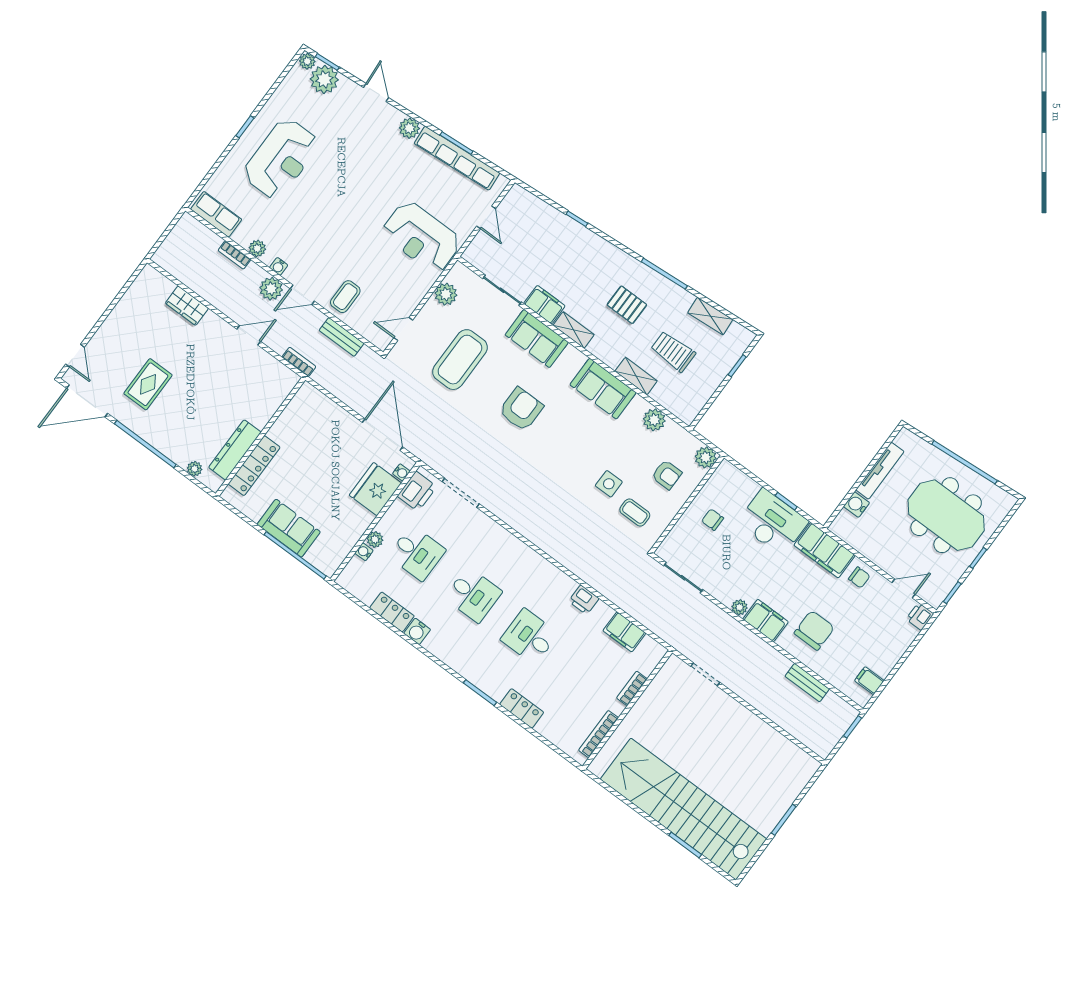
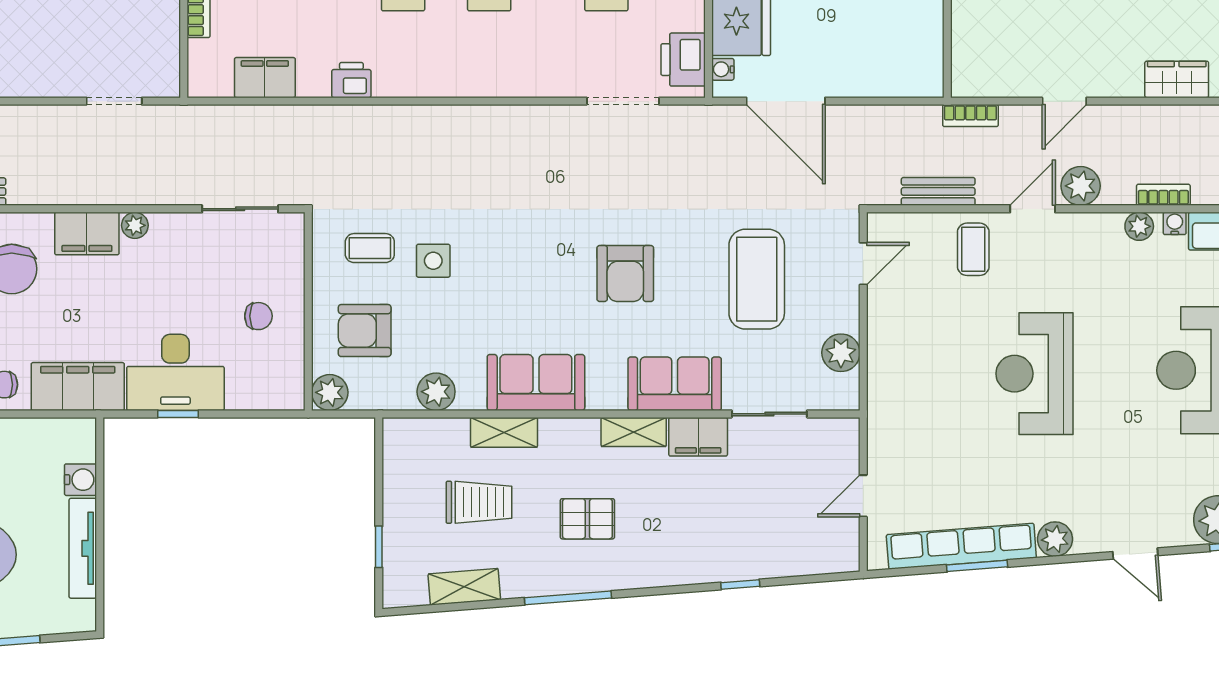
door: (486, 217) -> (863, 496), hinge flipped
reception desk: (421, 237) -> (1034, 374), moved, turned -90
water cooler: (279, 266) -> (1175, 223), moved
armchair: (667, 475) -> (365, 331), width x1.38, depth x1.38

